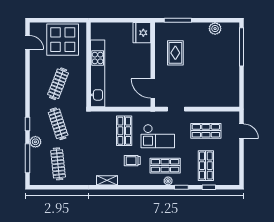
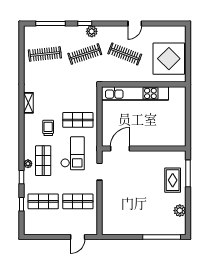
fridge: (142, 33) -> (176, 138), removed
door: (28, 42) -> (135, 24), moved
rug: (175, 53) -> (173, 180), moved, turned 90
shop shelf: (206, 131) -> (78, 201), turned 90
checkout: (158, 136) -> (73, 153), turned 180
plant: (35, 142) -> (92, 31), moved

